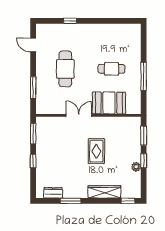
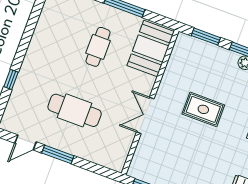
window: (33, 88) -> (58, 154), moved
booth: (109, 103) -> (151, 48), moved

